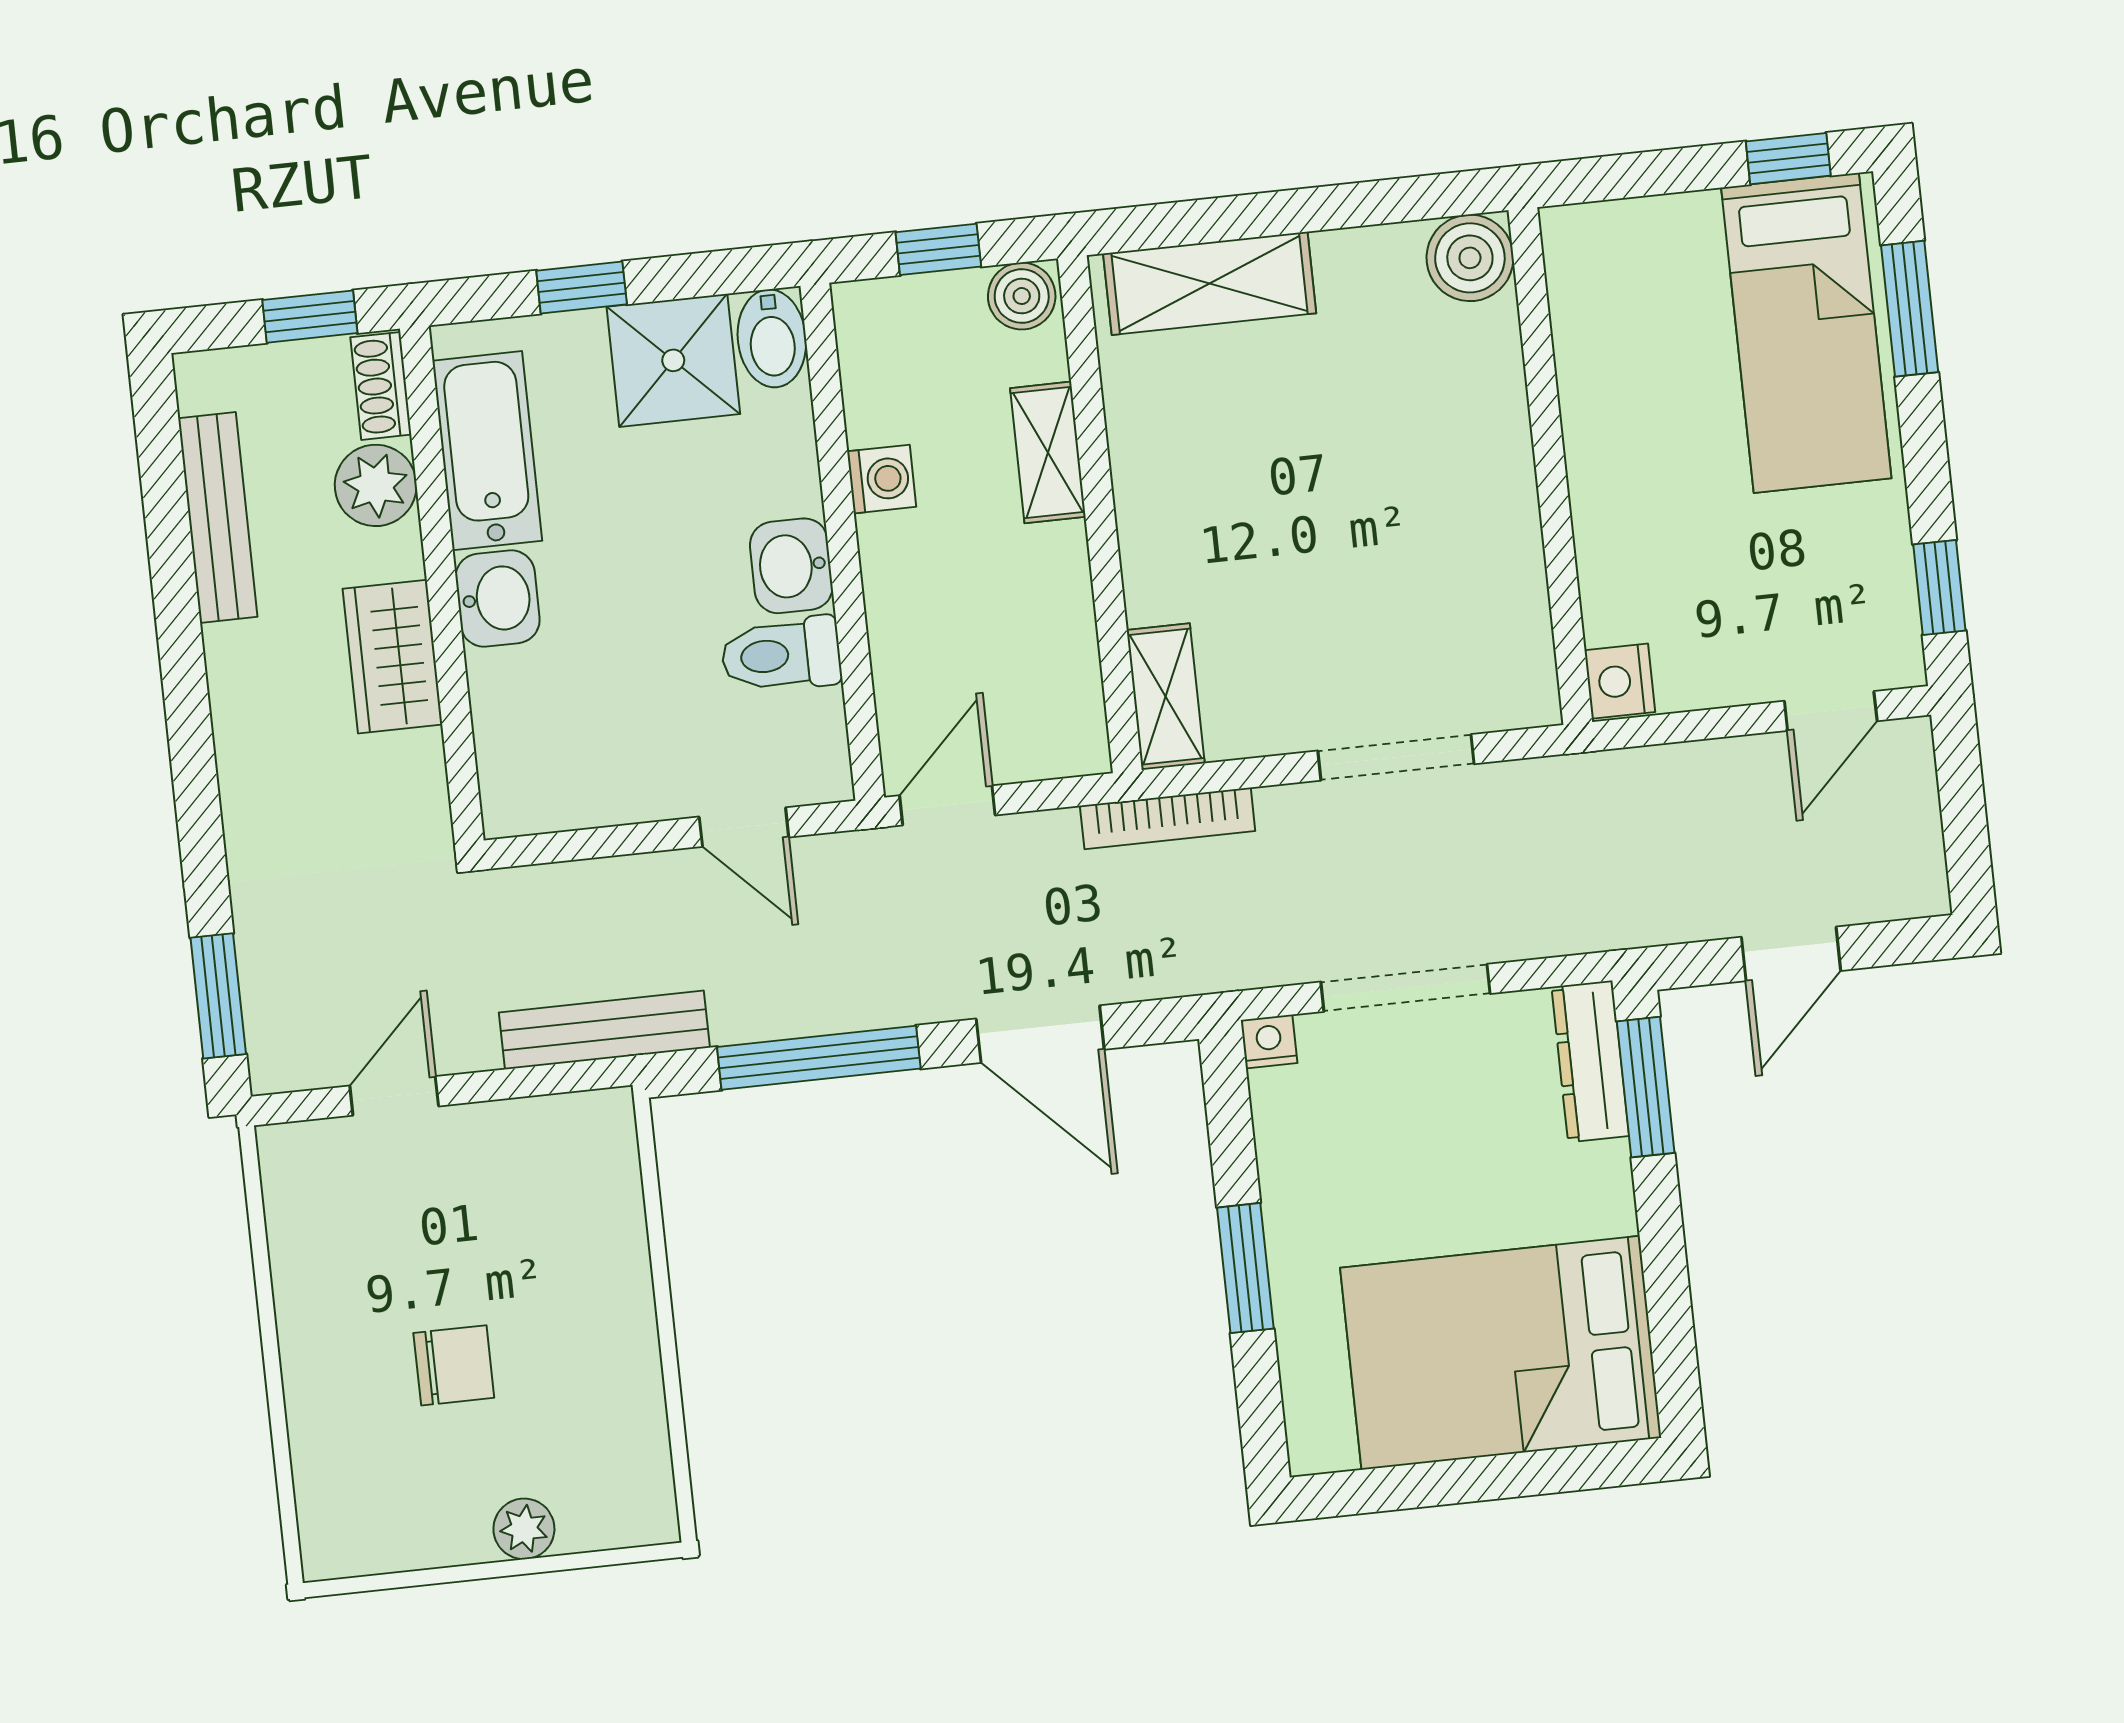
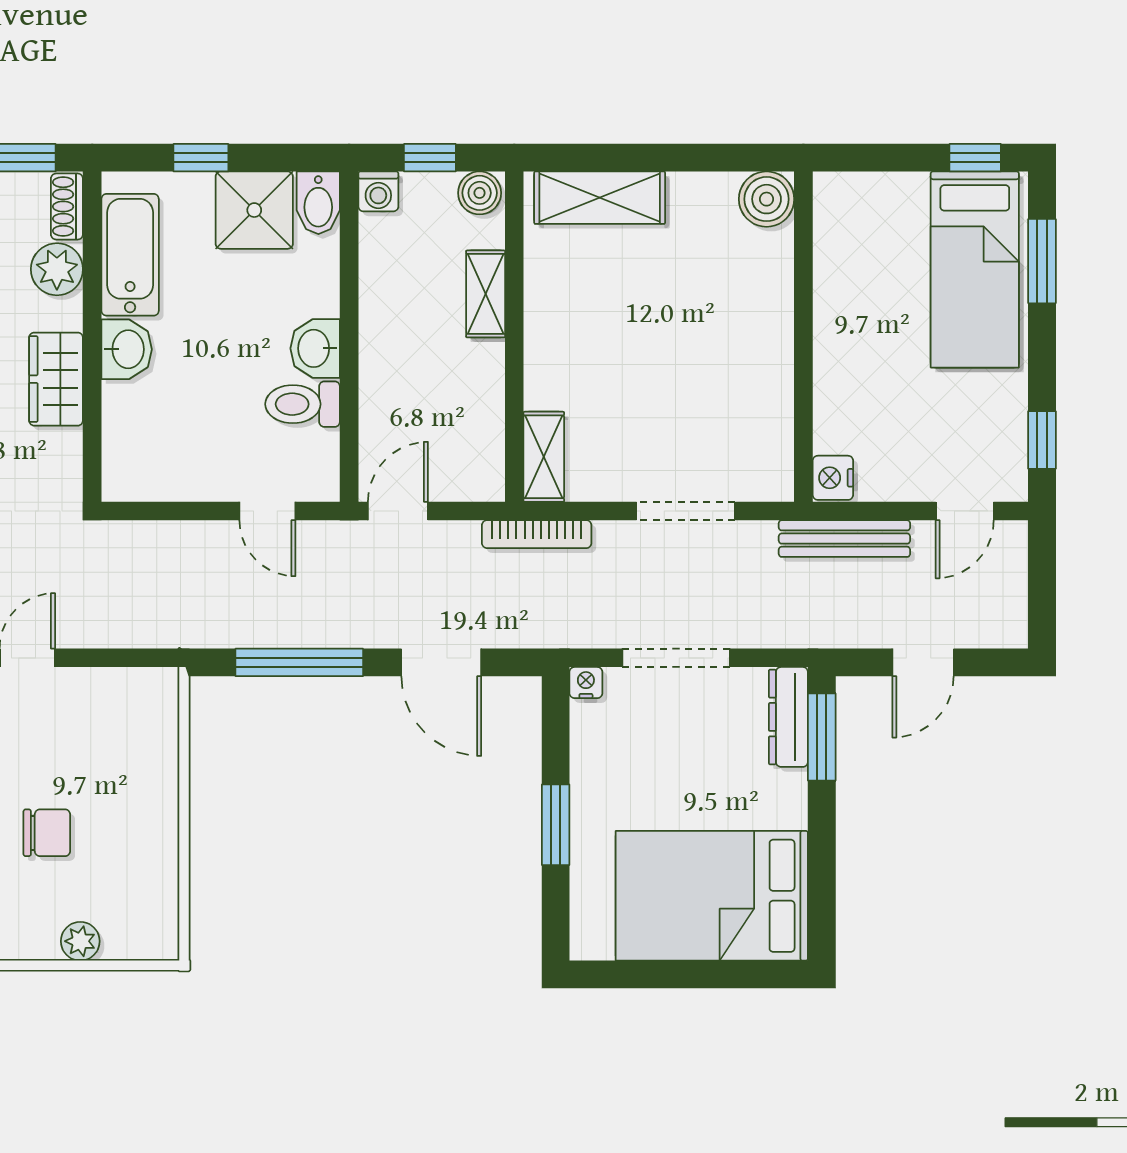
washing machine: (882, 479) -> (378, 191), moved, turned 90
bench: (604, 1030) -> (844, 539), moved

